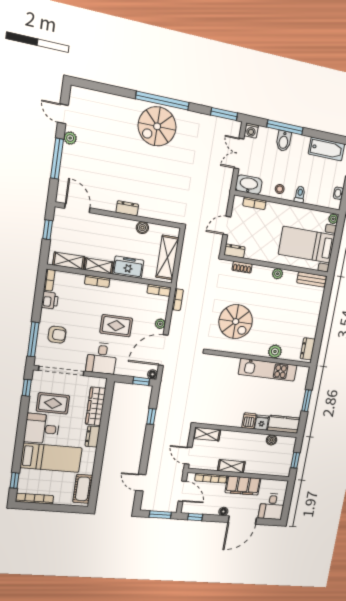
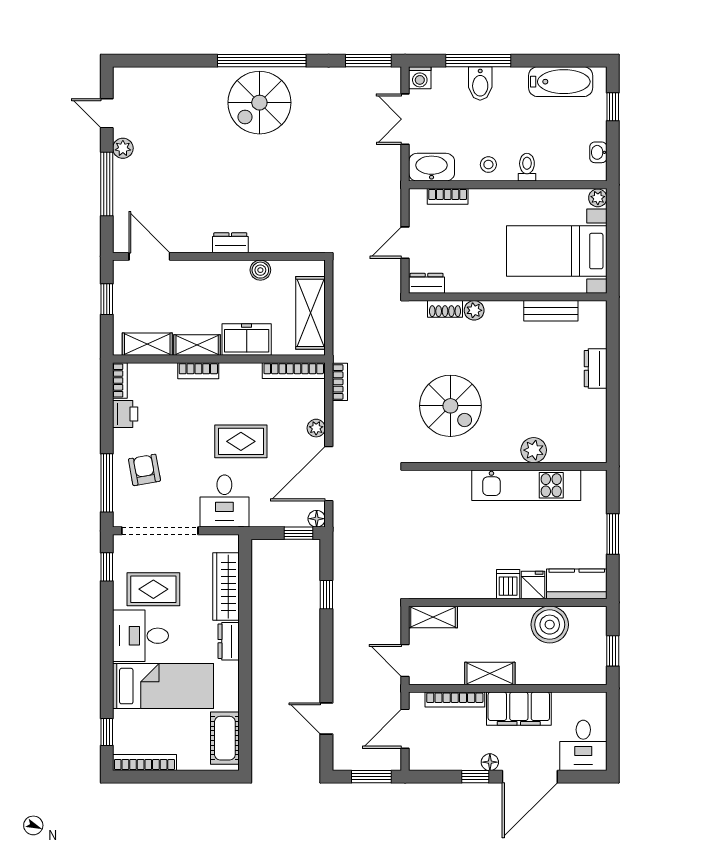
plant: (278, 274) -> (474, 310), moved
bench: (312, 279) -> (551, 311), moved
bookcase: (159, 290) -> (294, 371), width x1.56
armchair: (57, 335) -> (144, 470), turned -100
dresser: (308, 349) -> (596, 369), moved
boiler: (272, 440) -> (550, 625), width x1.86, depth x1.86
door: (182, 491) -> (405, 729), swing flipped
window: (195, 517) -> (475, 777), moved

